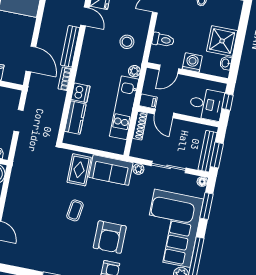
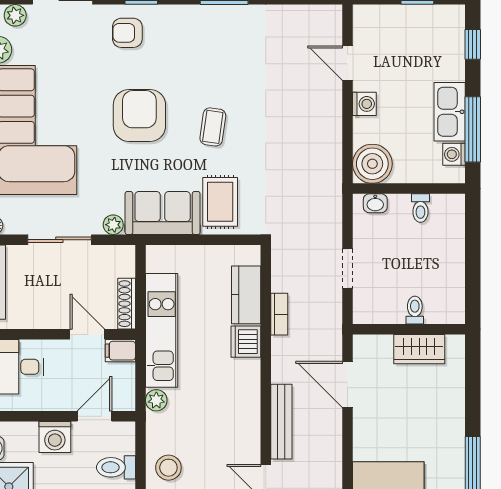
stool: (127, 42) -> (168, 468), moved
bookcase: (65, 79) -> (279, 314), moved
armchair: (110, 237) -> (139, 115), moved

